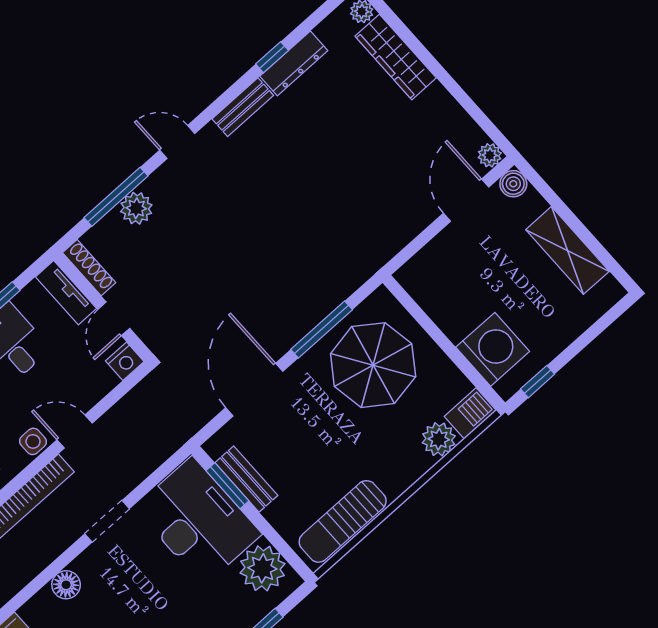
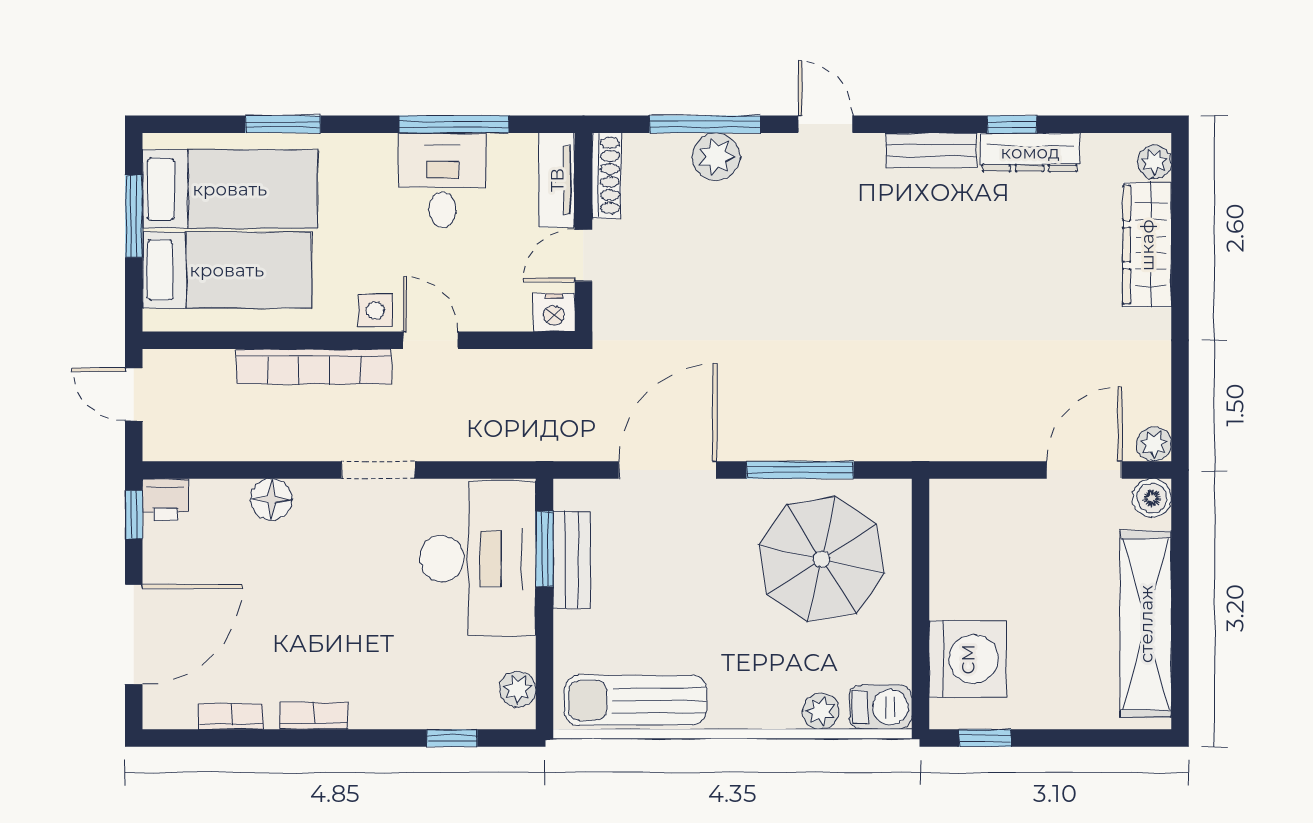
shelving: (567, 250) -> (1146, 624), width x1.47
plant: (439, 439) -> (821, 711), width x0.73, depth x0.73
plant: (262, 568) -> (518, 689), width x0.53, depth x0.53

